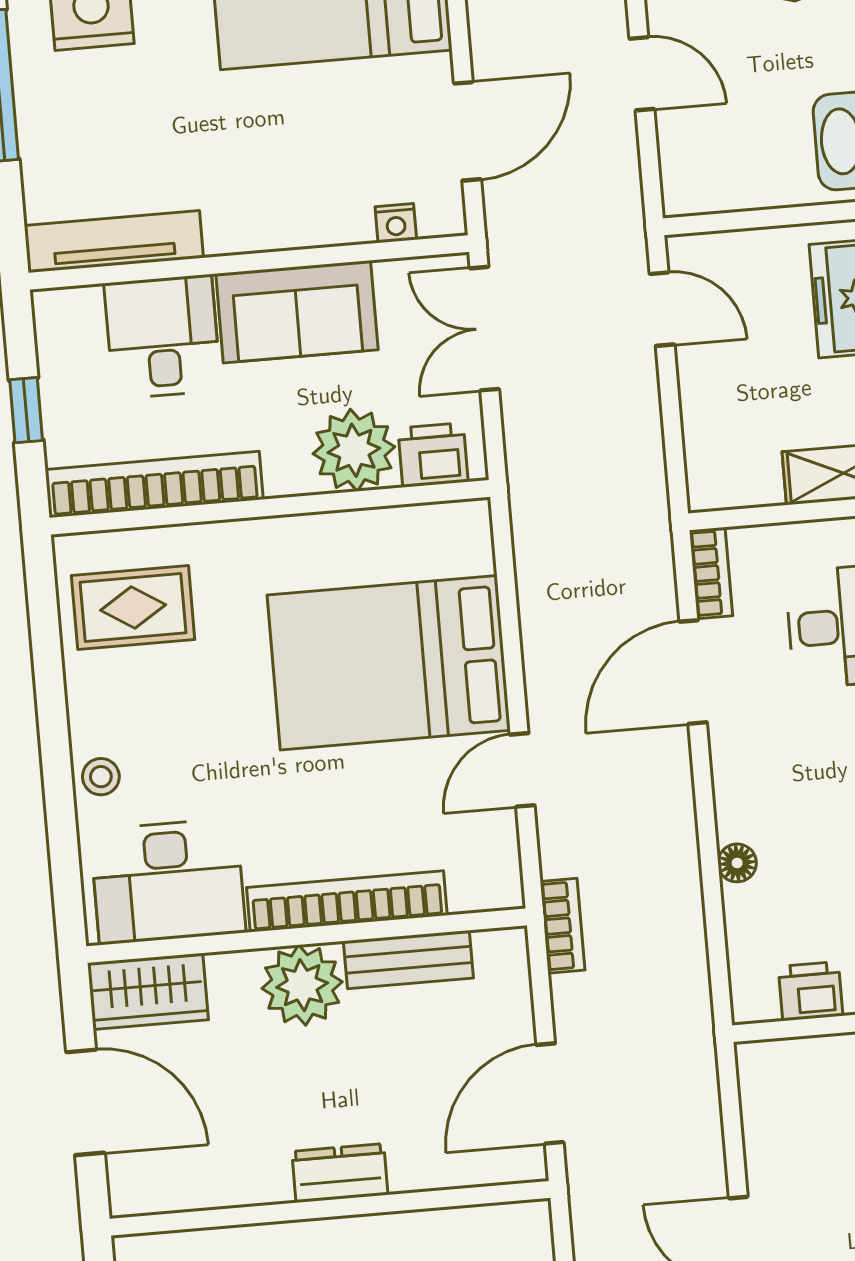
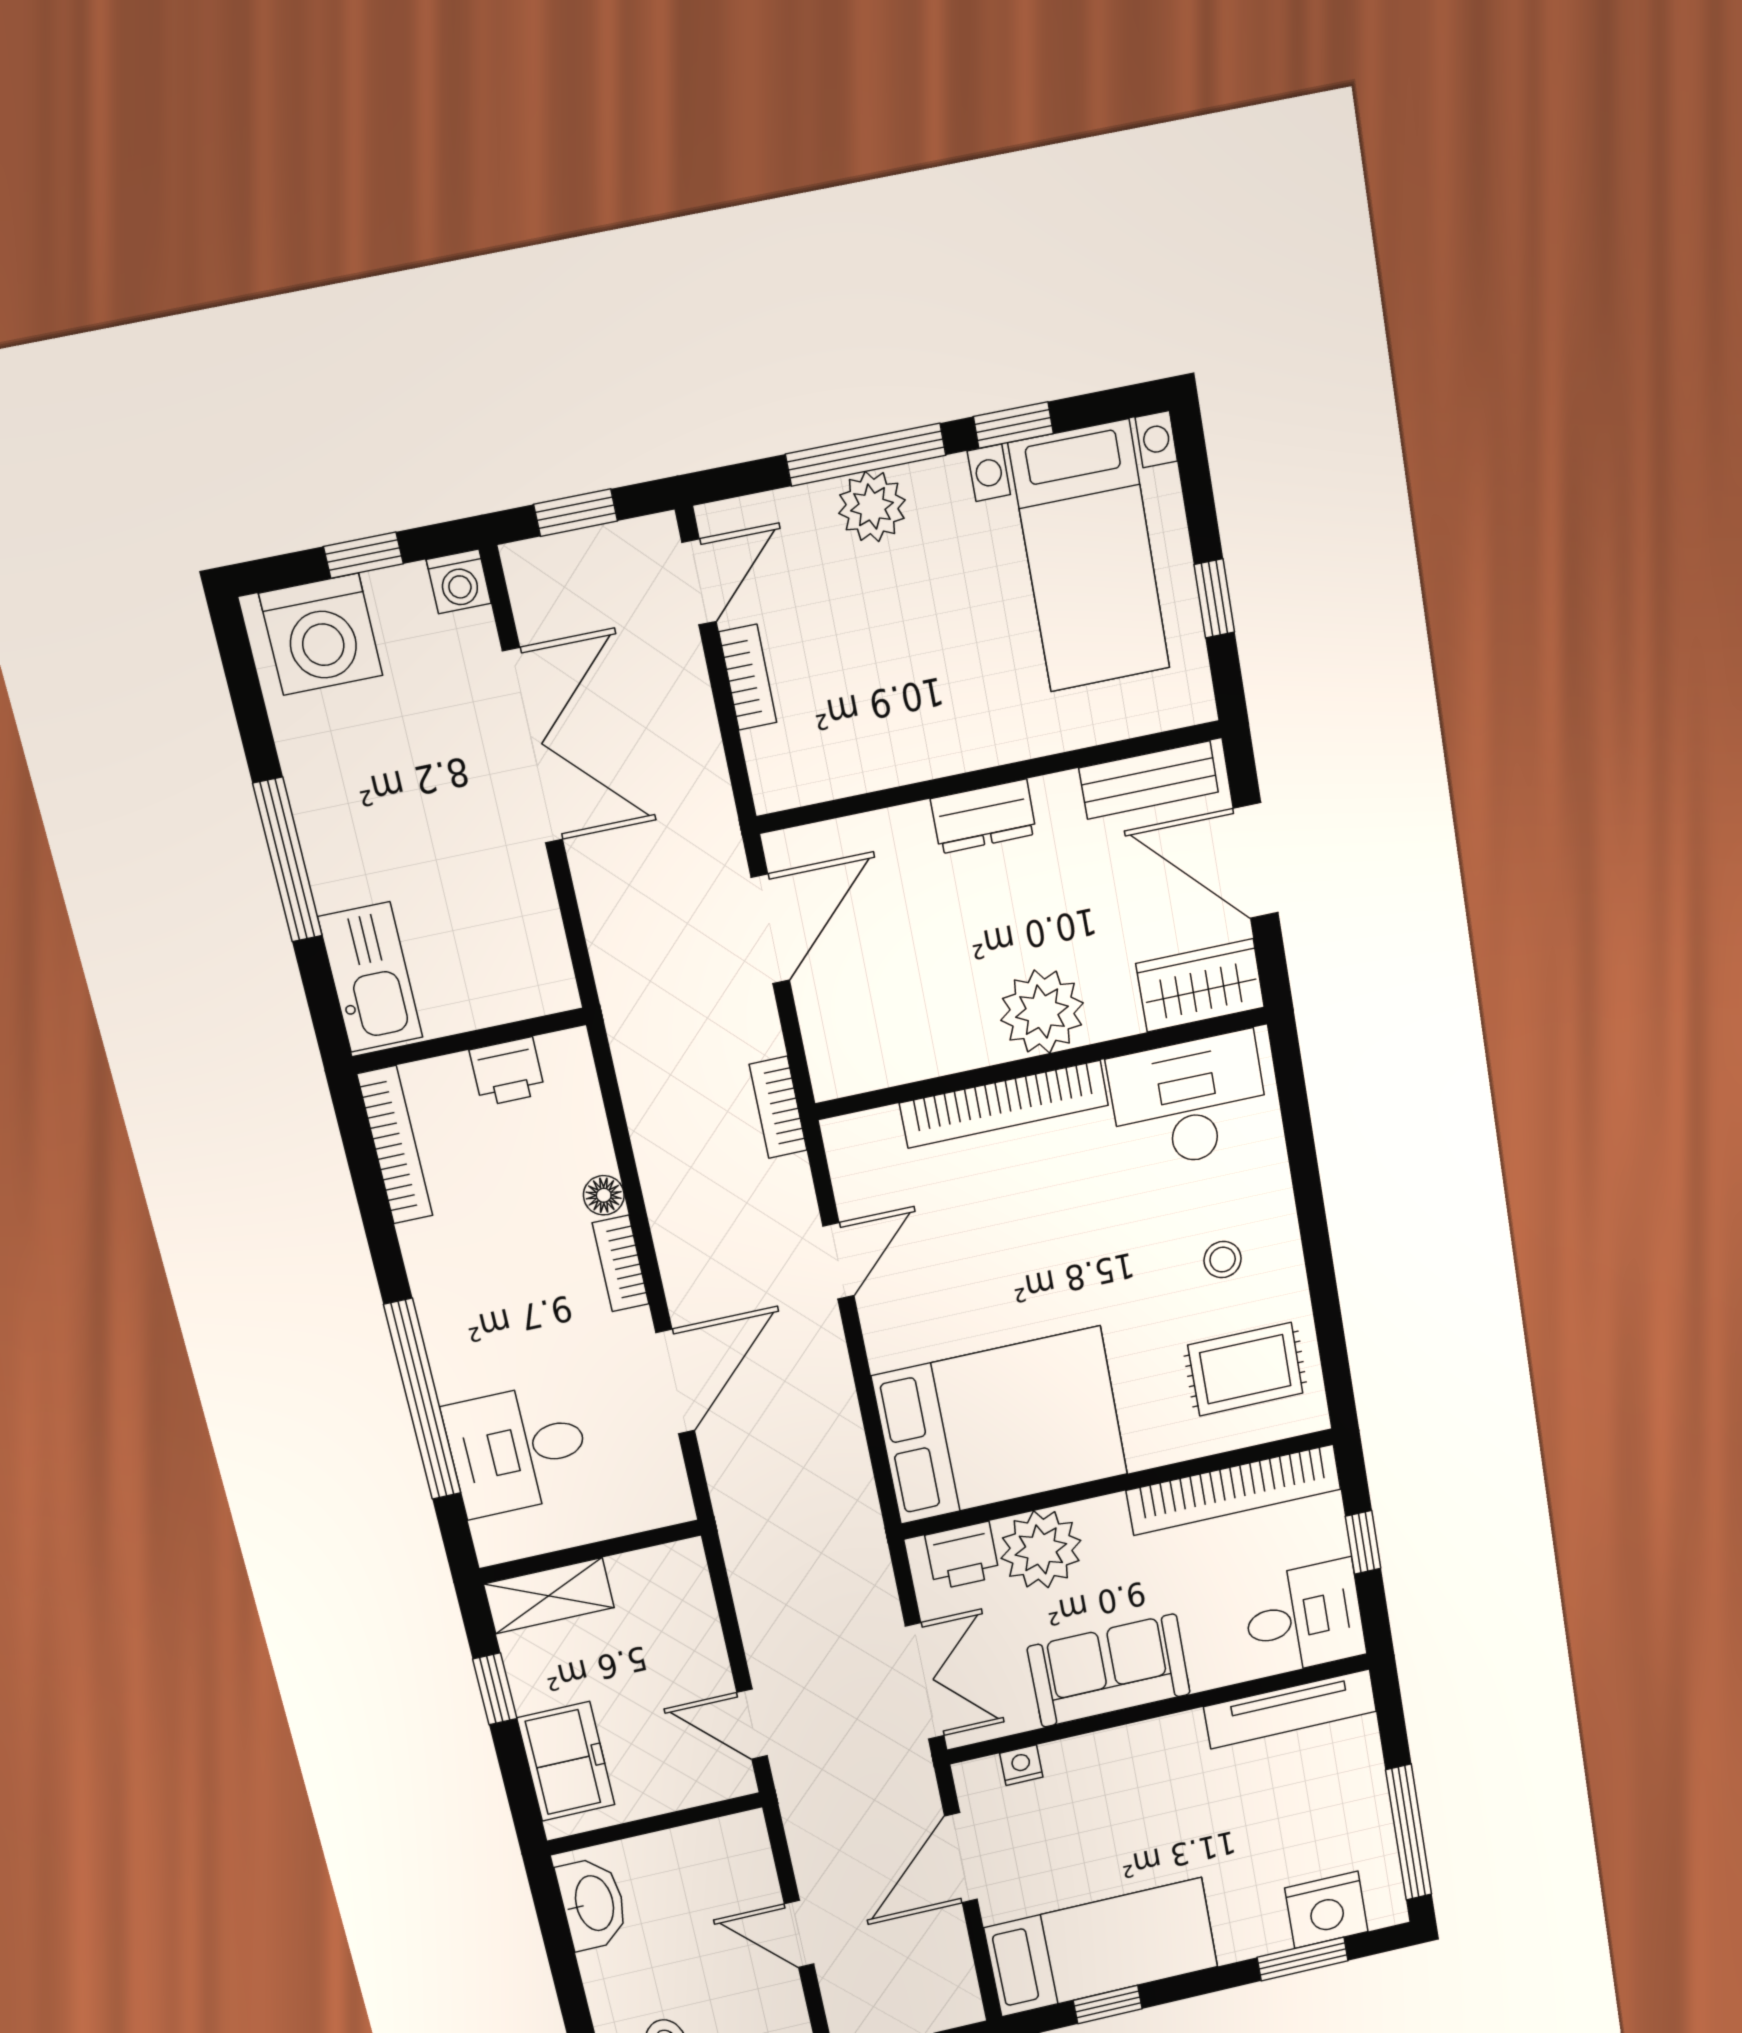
desk: (163, 337) -> (1304, 1618), moved, turned -90
bookcase: (711, 573) -> (621, 1263), moved
bed: (389, 663) -> (1000, 1425), moved
stool: (101, 777) -> (1223, 1260), moved
bench: (408, 960) -> (1149, 780), moved

